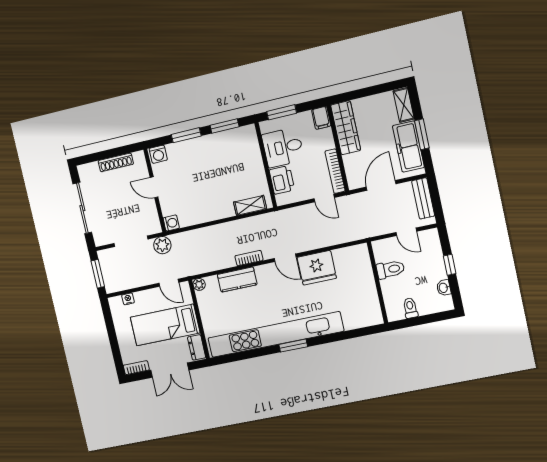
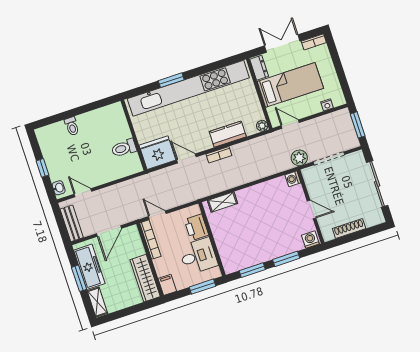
toilet: (390, 269) -> (124, 148), moved
wall: (377, 283) -> (134, 135), moved
washbasin: (444, 288) -> (59, 188), moved

